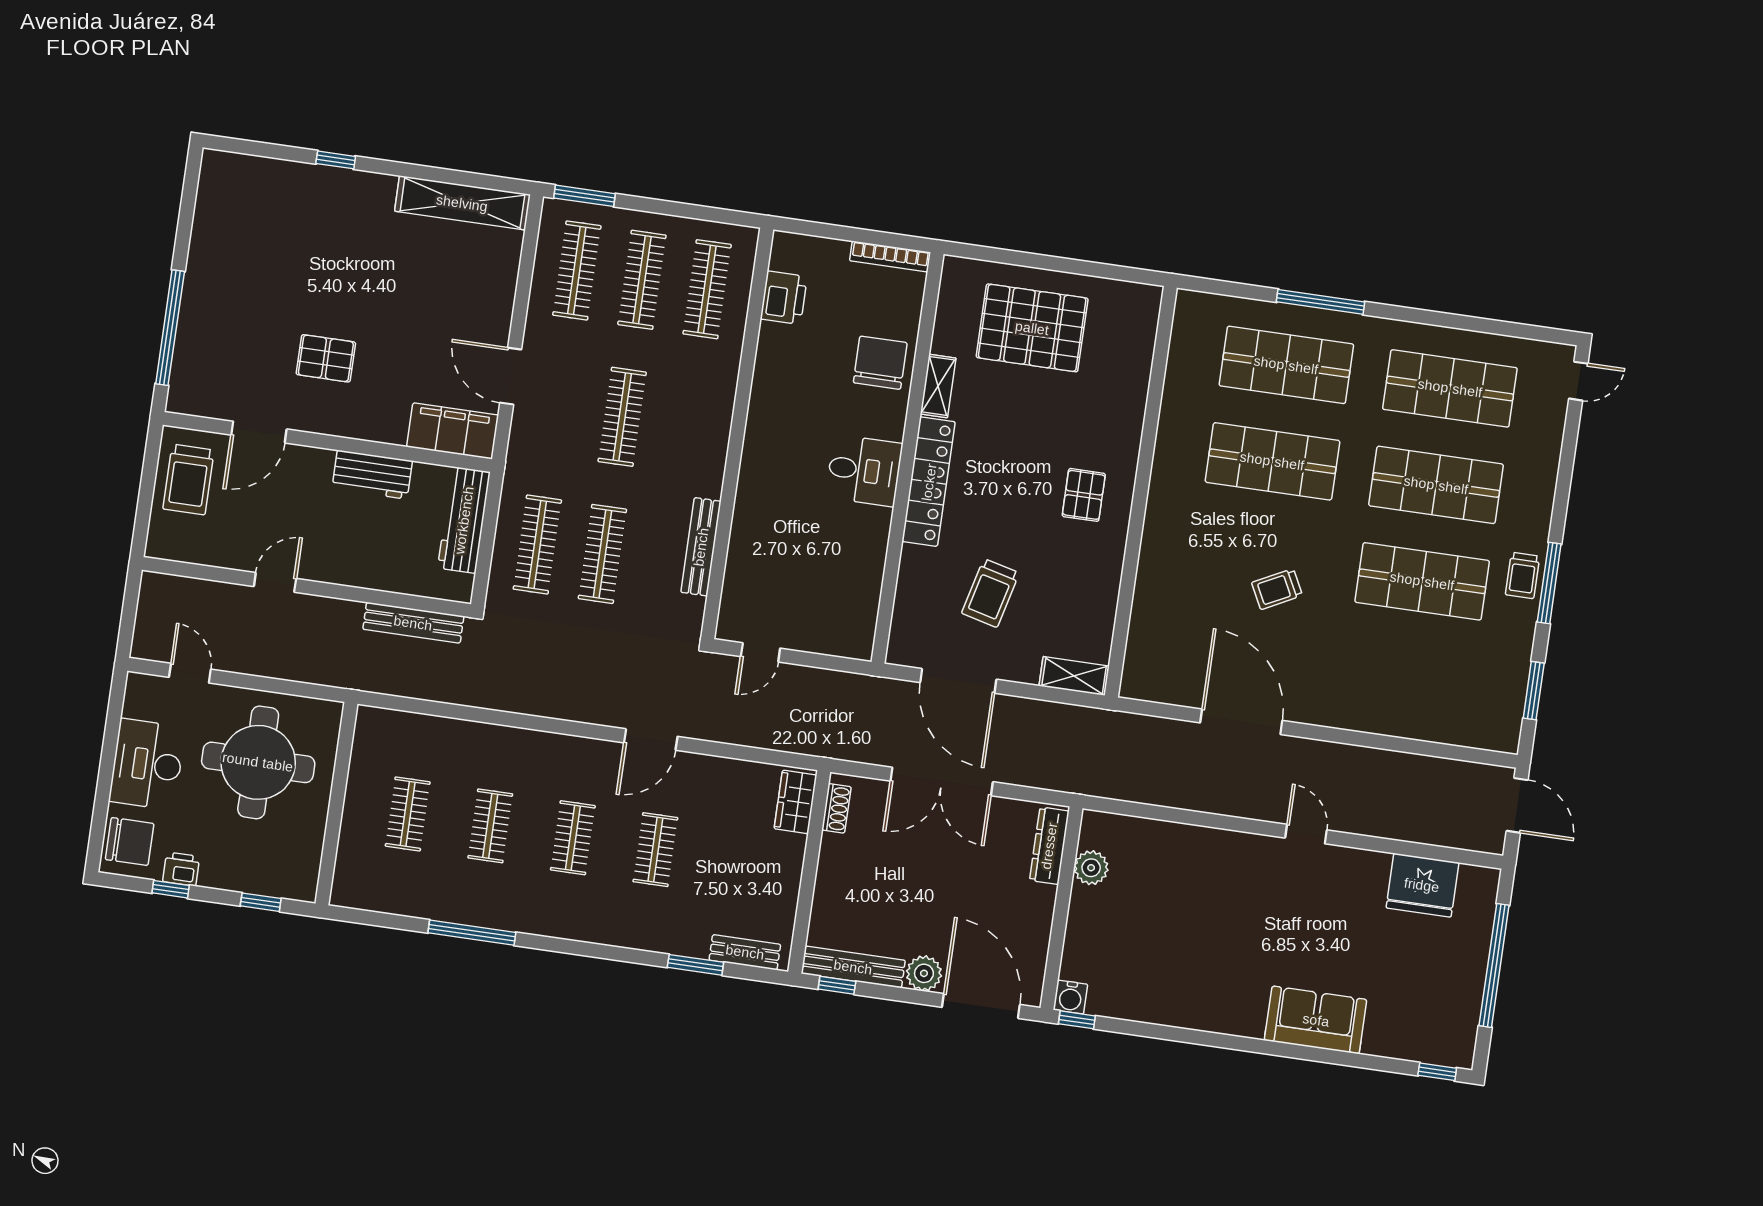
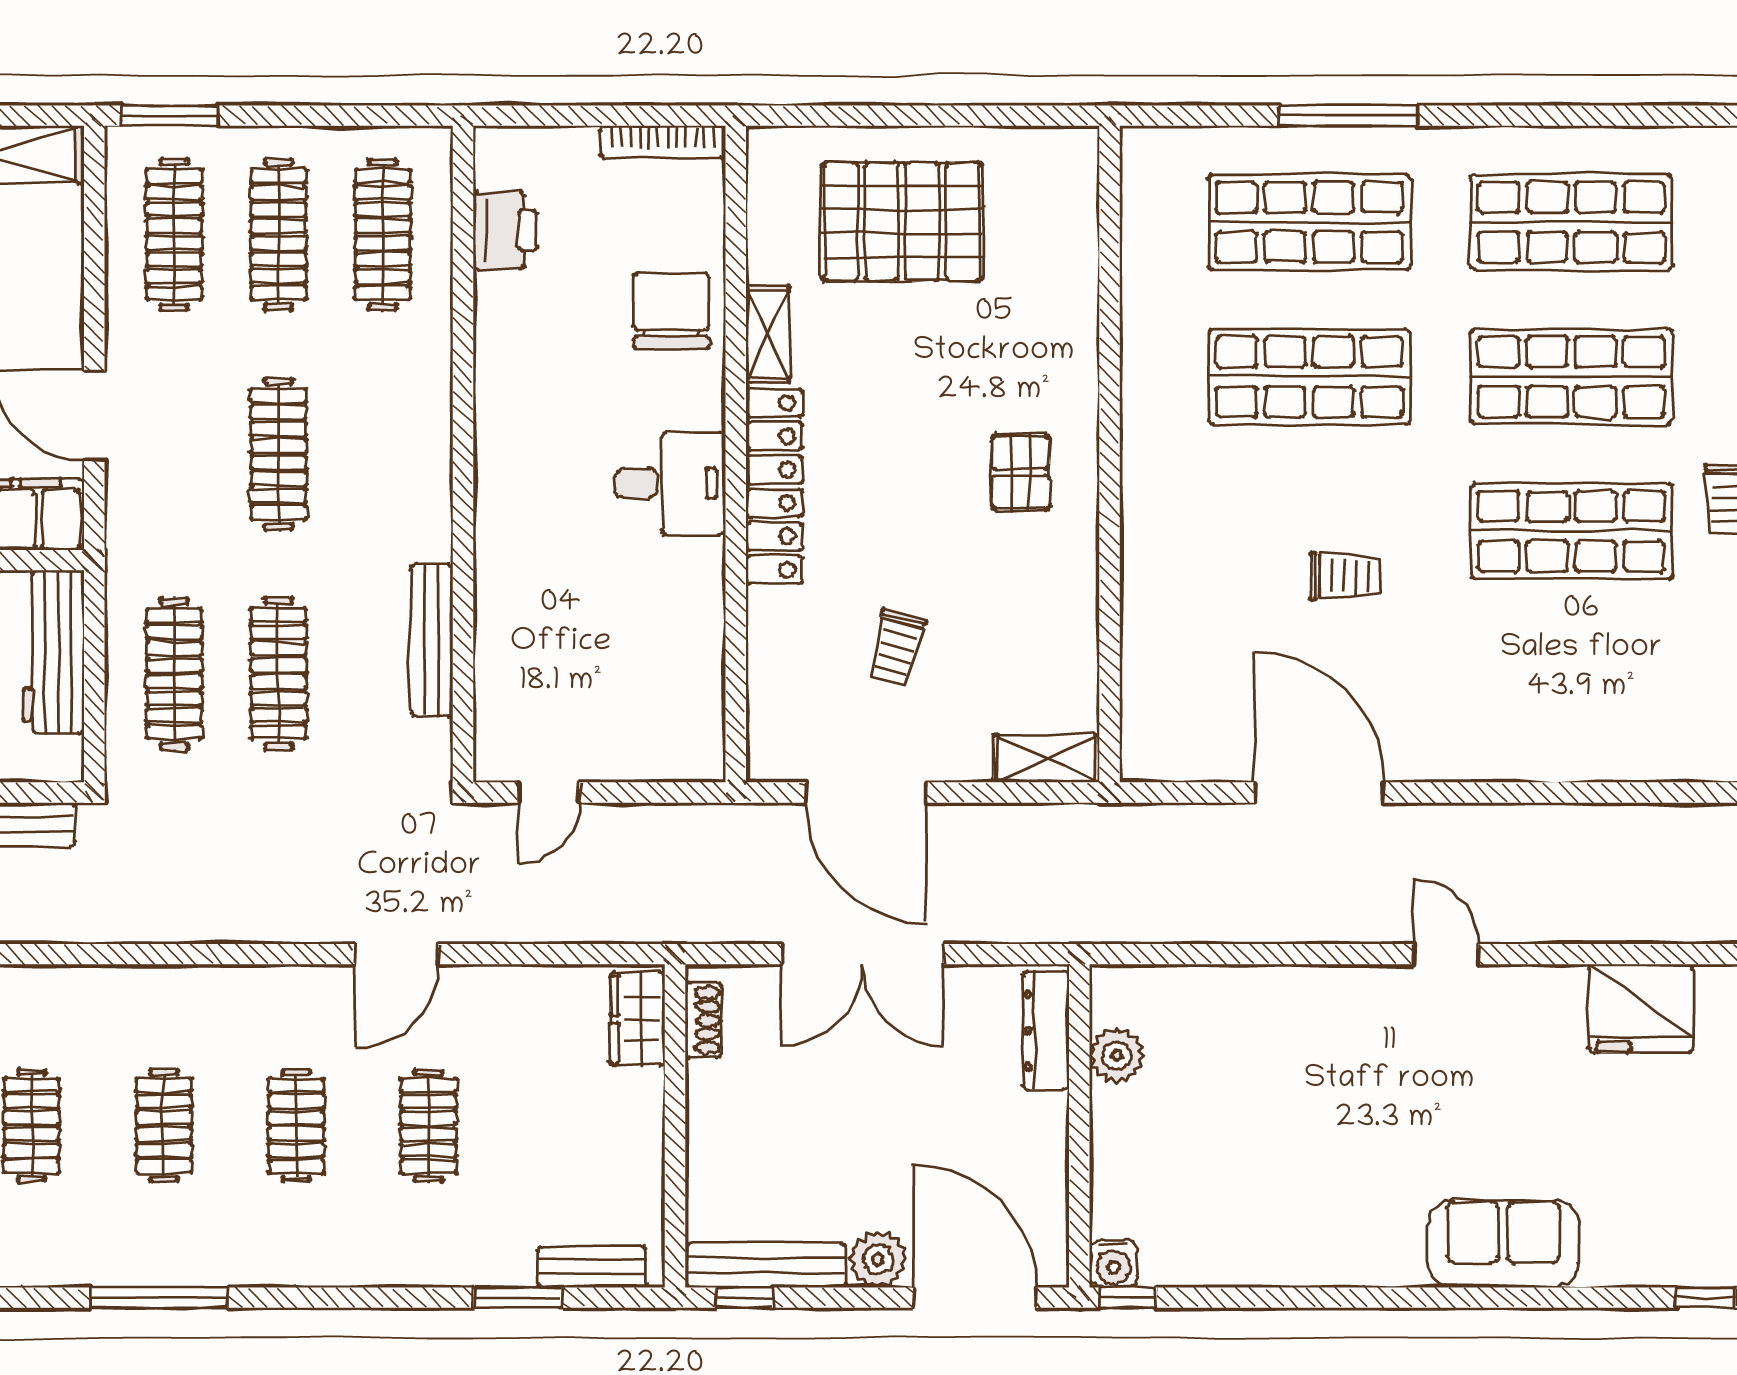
trolley: (1277, 589) -> (1345, 576), turned -153
trolley: (990, 593) -> (896, 647), width x0.73, depth x0.72

